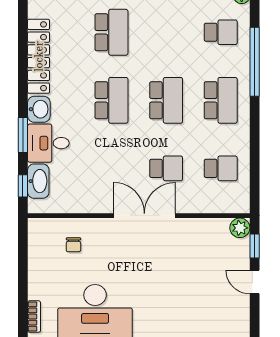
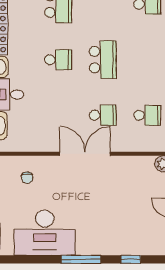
school desk: (111, 100) -> (58, 60), width x0.54
school desk: (221, 100) -> (147, 60), removed

